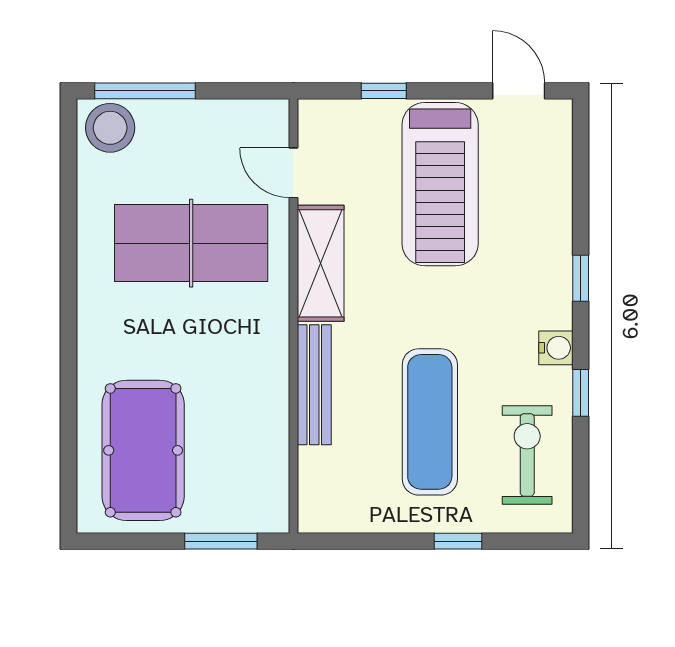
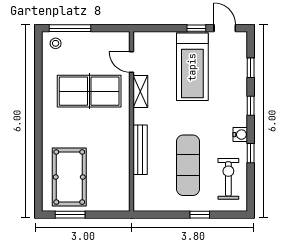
window: (384, 91) -> (196, 28), moved
stool: (110, 128) -> (56, 43), width x0.53, depth x0.53
window: (581, 187) -> (251, 68), added
shelving: (321, 263) -> (140, 91), width x0.67, depth x0.75
window: (221, 541) -> (70, 215), moved

